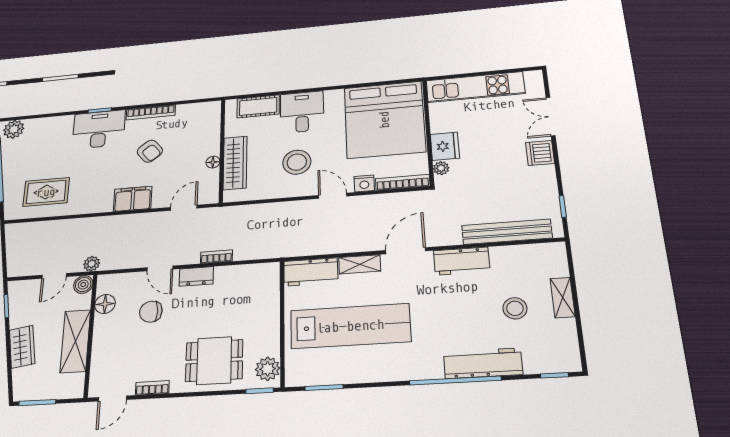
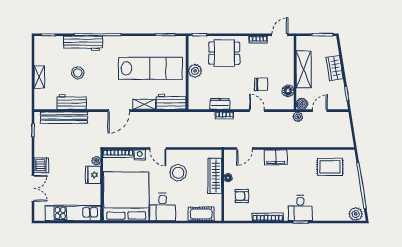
desk: (302, 112) -> (163, 207), moved
desk: (99, 129) -> (300, 208), width x0.73
armchair: (150, 151) -> (242, 196), moved, turned -52
workbench: (462, 261) -> (72, 102), moved
dresser: (196, 276) -> (220, 104), moved
stool: (515, 308) -> (78, 73), moved
lab bench: (350, 326) -> (150, 68), turned 180
plant: (268, 369) -> (195, 71), moved

